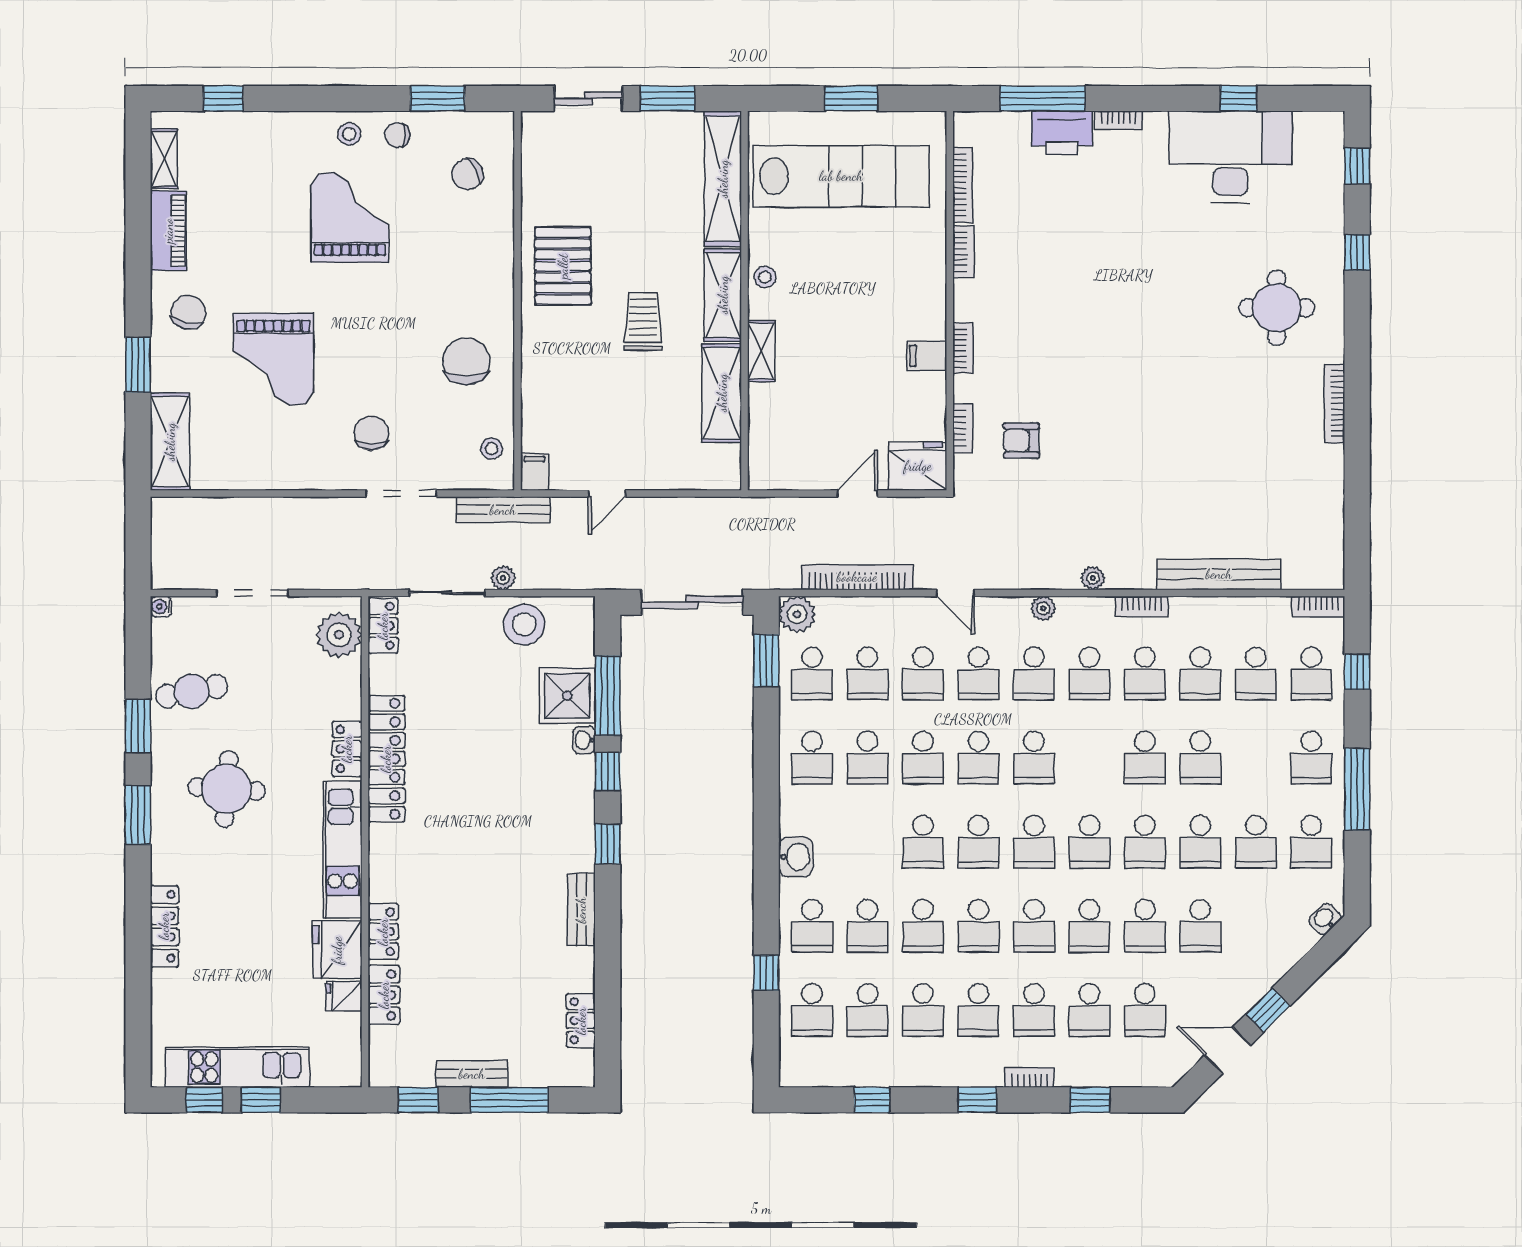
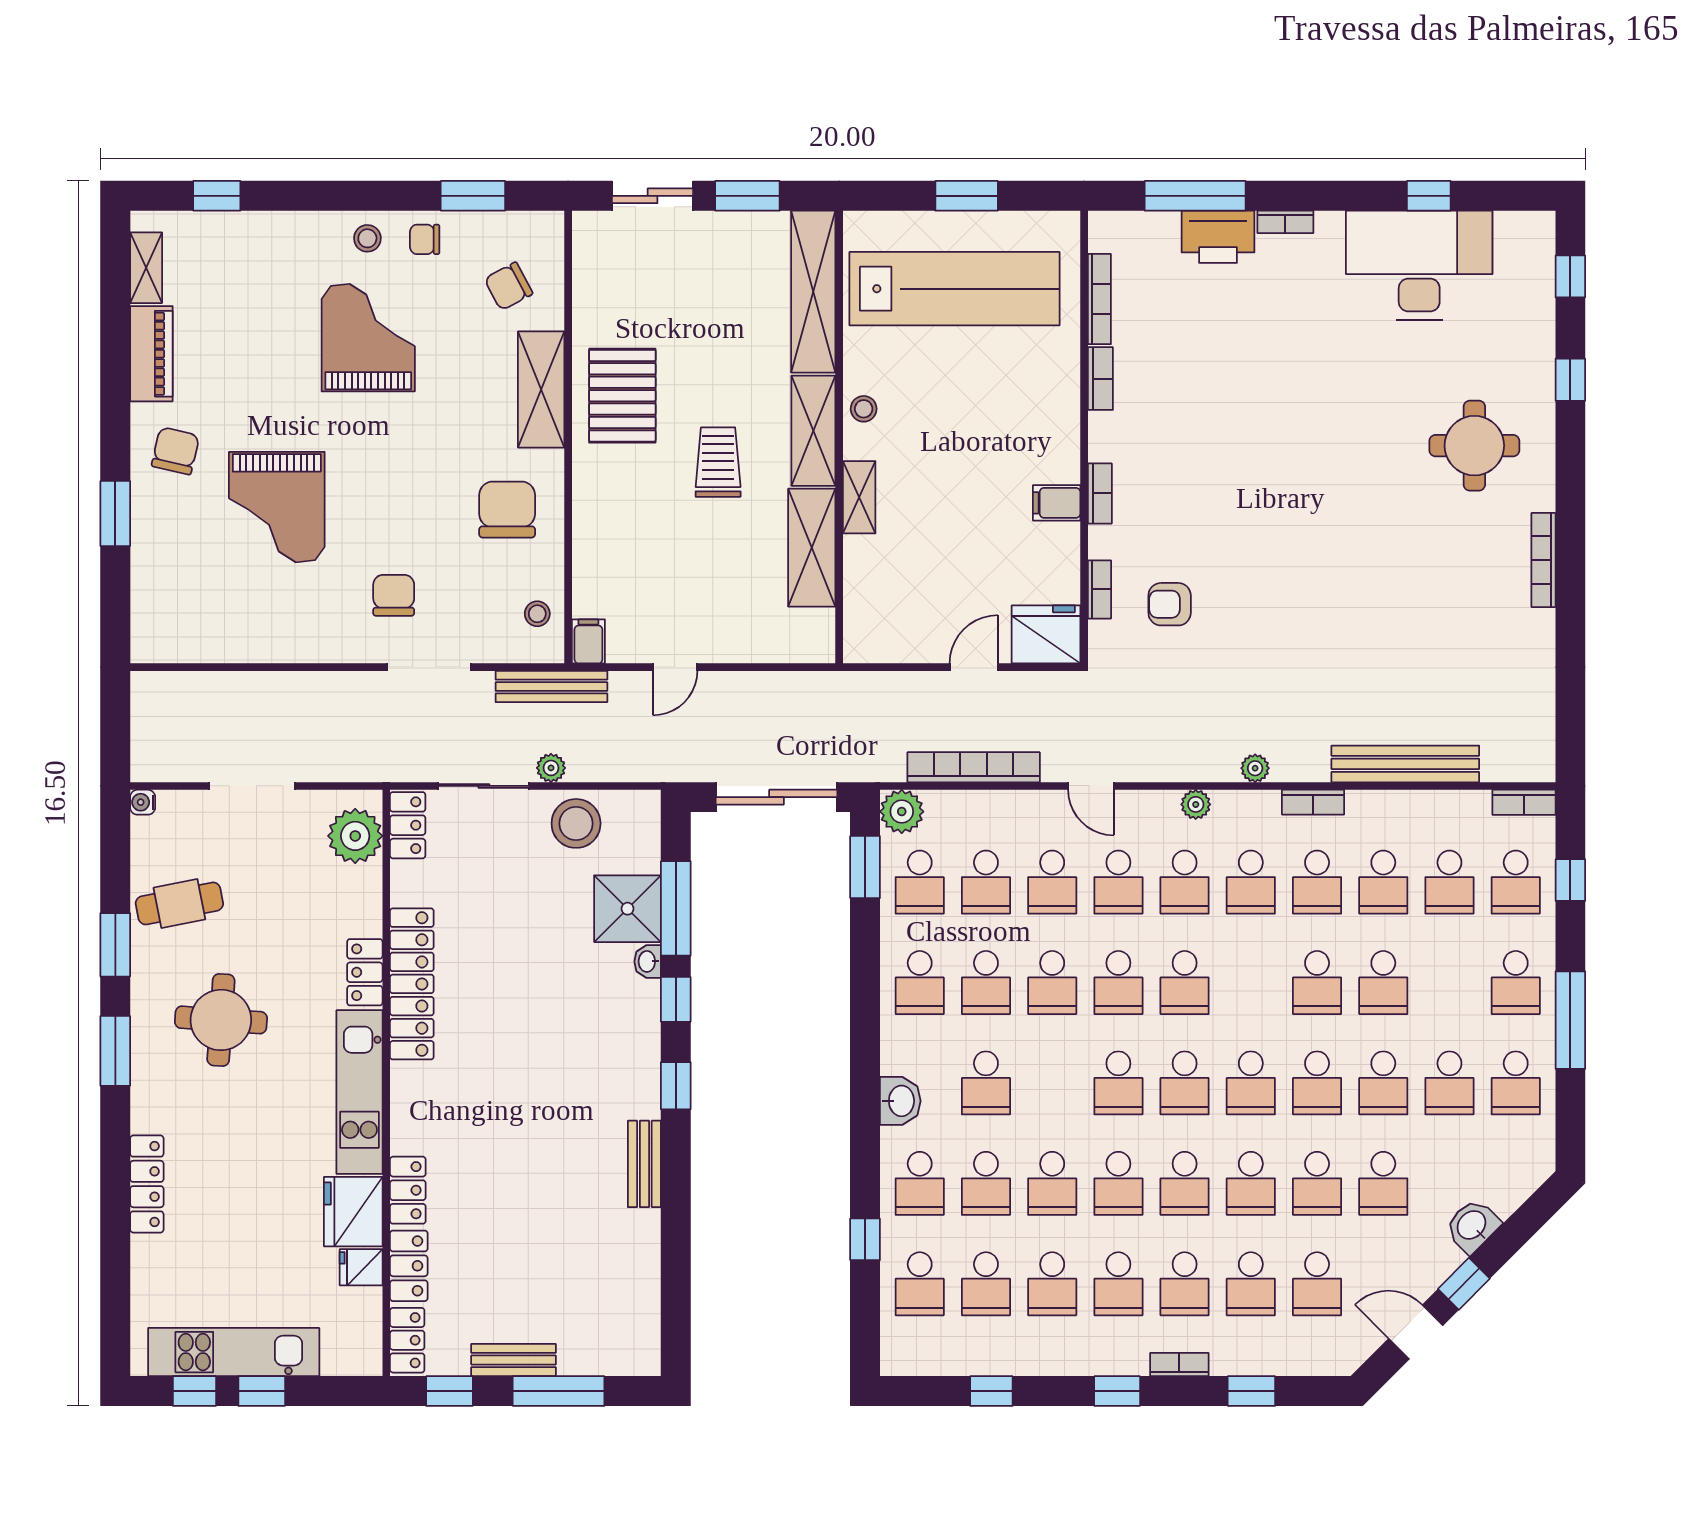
shelving: (170, 442) -> (541, 389), moved
school desk: (923, 842) -> (986, 1083), moved
washbasin: (1325, 919) -> (1472, 1226), moved, width x1.38, depth x1.45
locker: (581, 1021) -> (407, 1340), moved, turned 180

